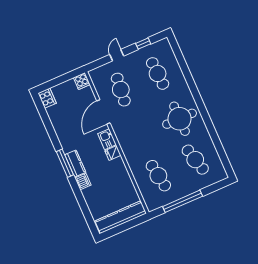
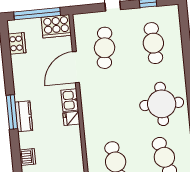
window: (60, 80) -> (37, 14), added
cooker: (82, 81) -> (56, 26), width x1.87, depth x1.31
cooker: (47, 98) -> (17, 43), moved
dishwasher: (83, 182) -> (27, 157), moved

